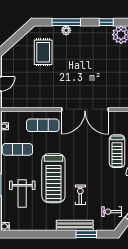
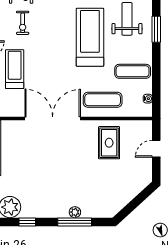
rug: (43, 52) -> (109, 143), moved
exercise bike: (80, 195) -> (23, 23), moved

